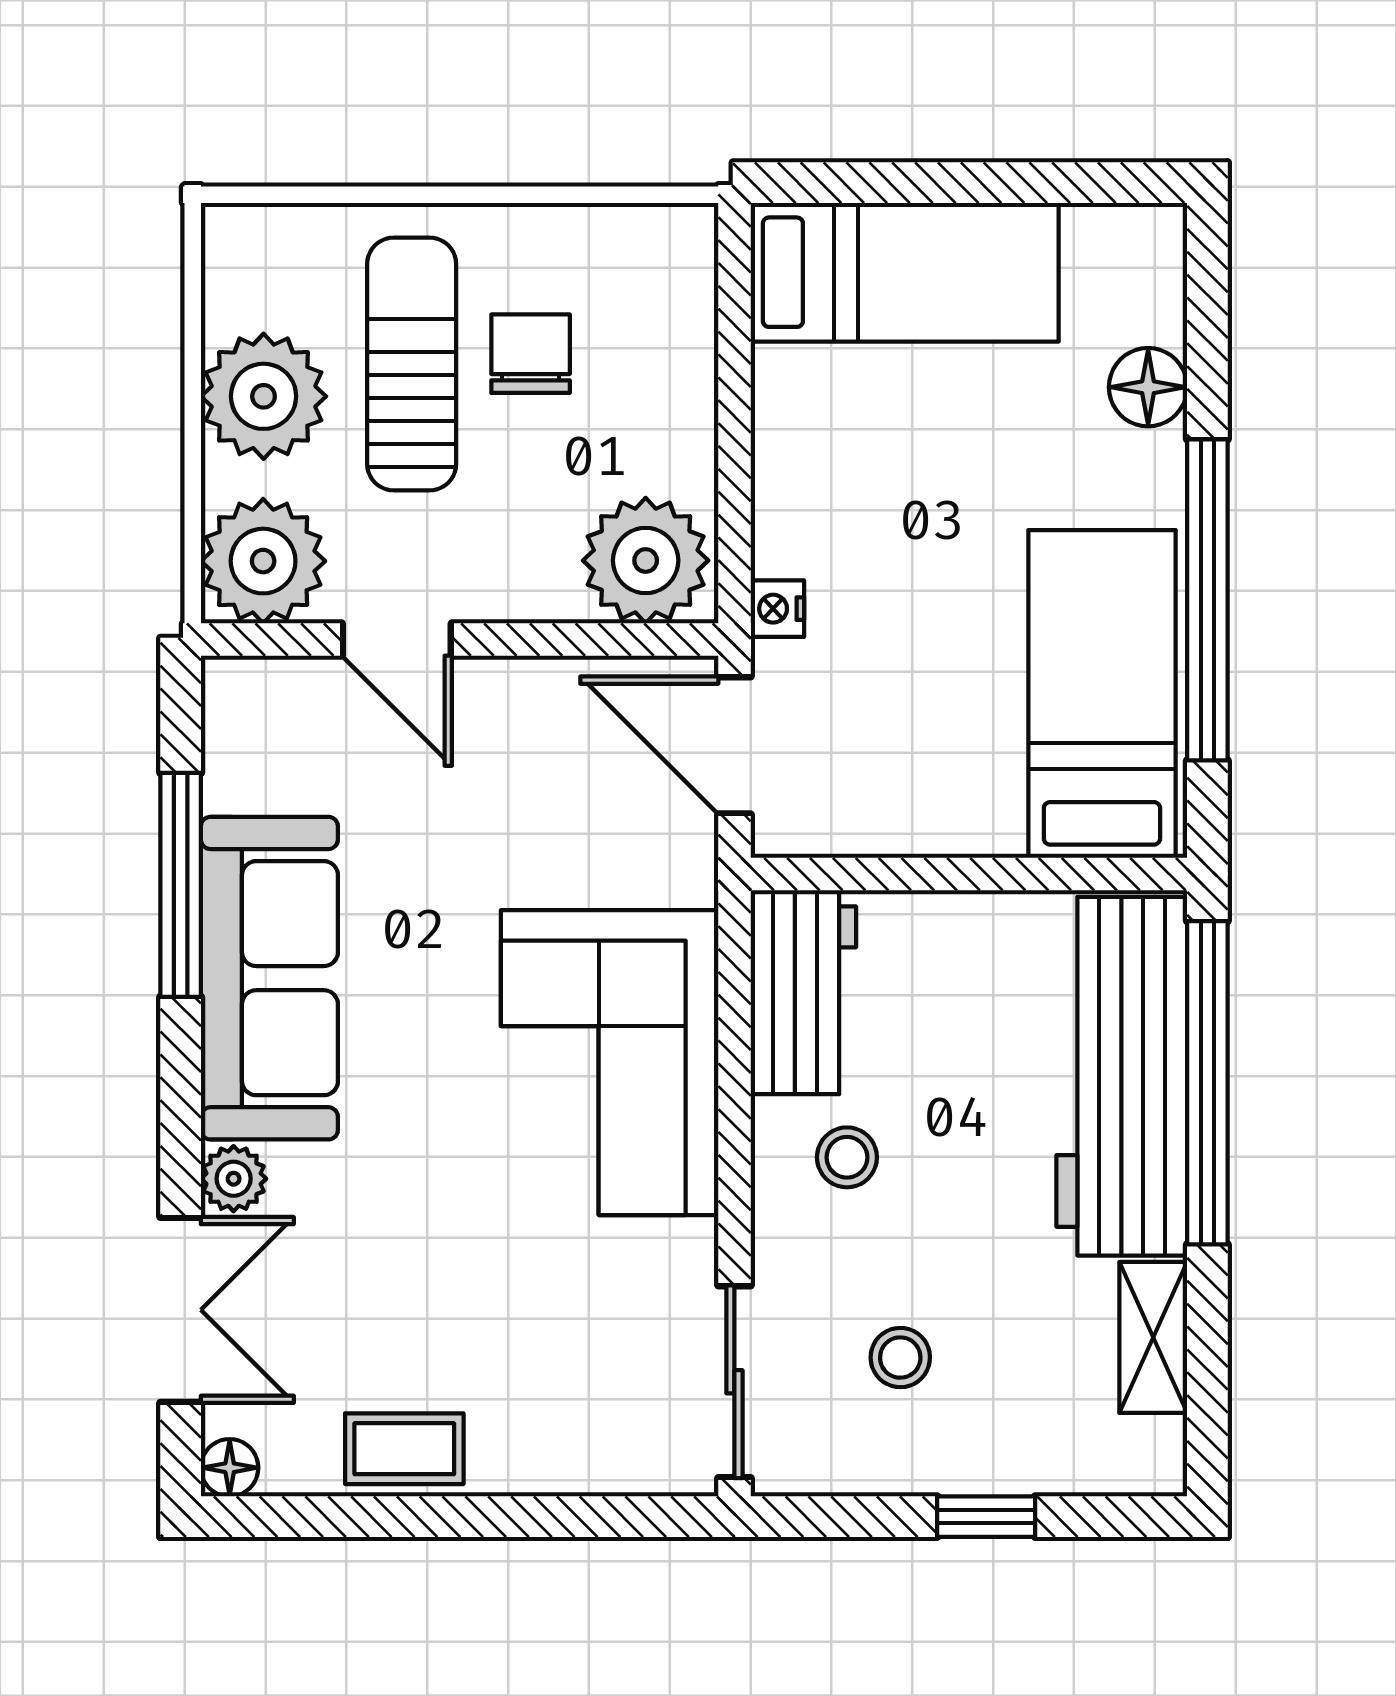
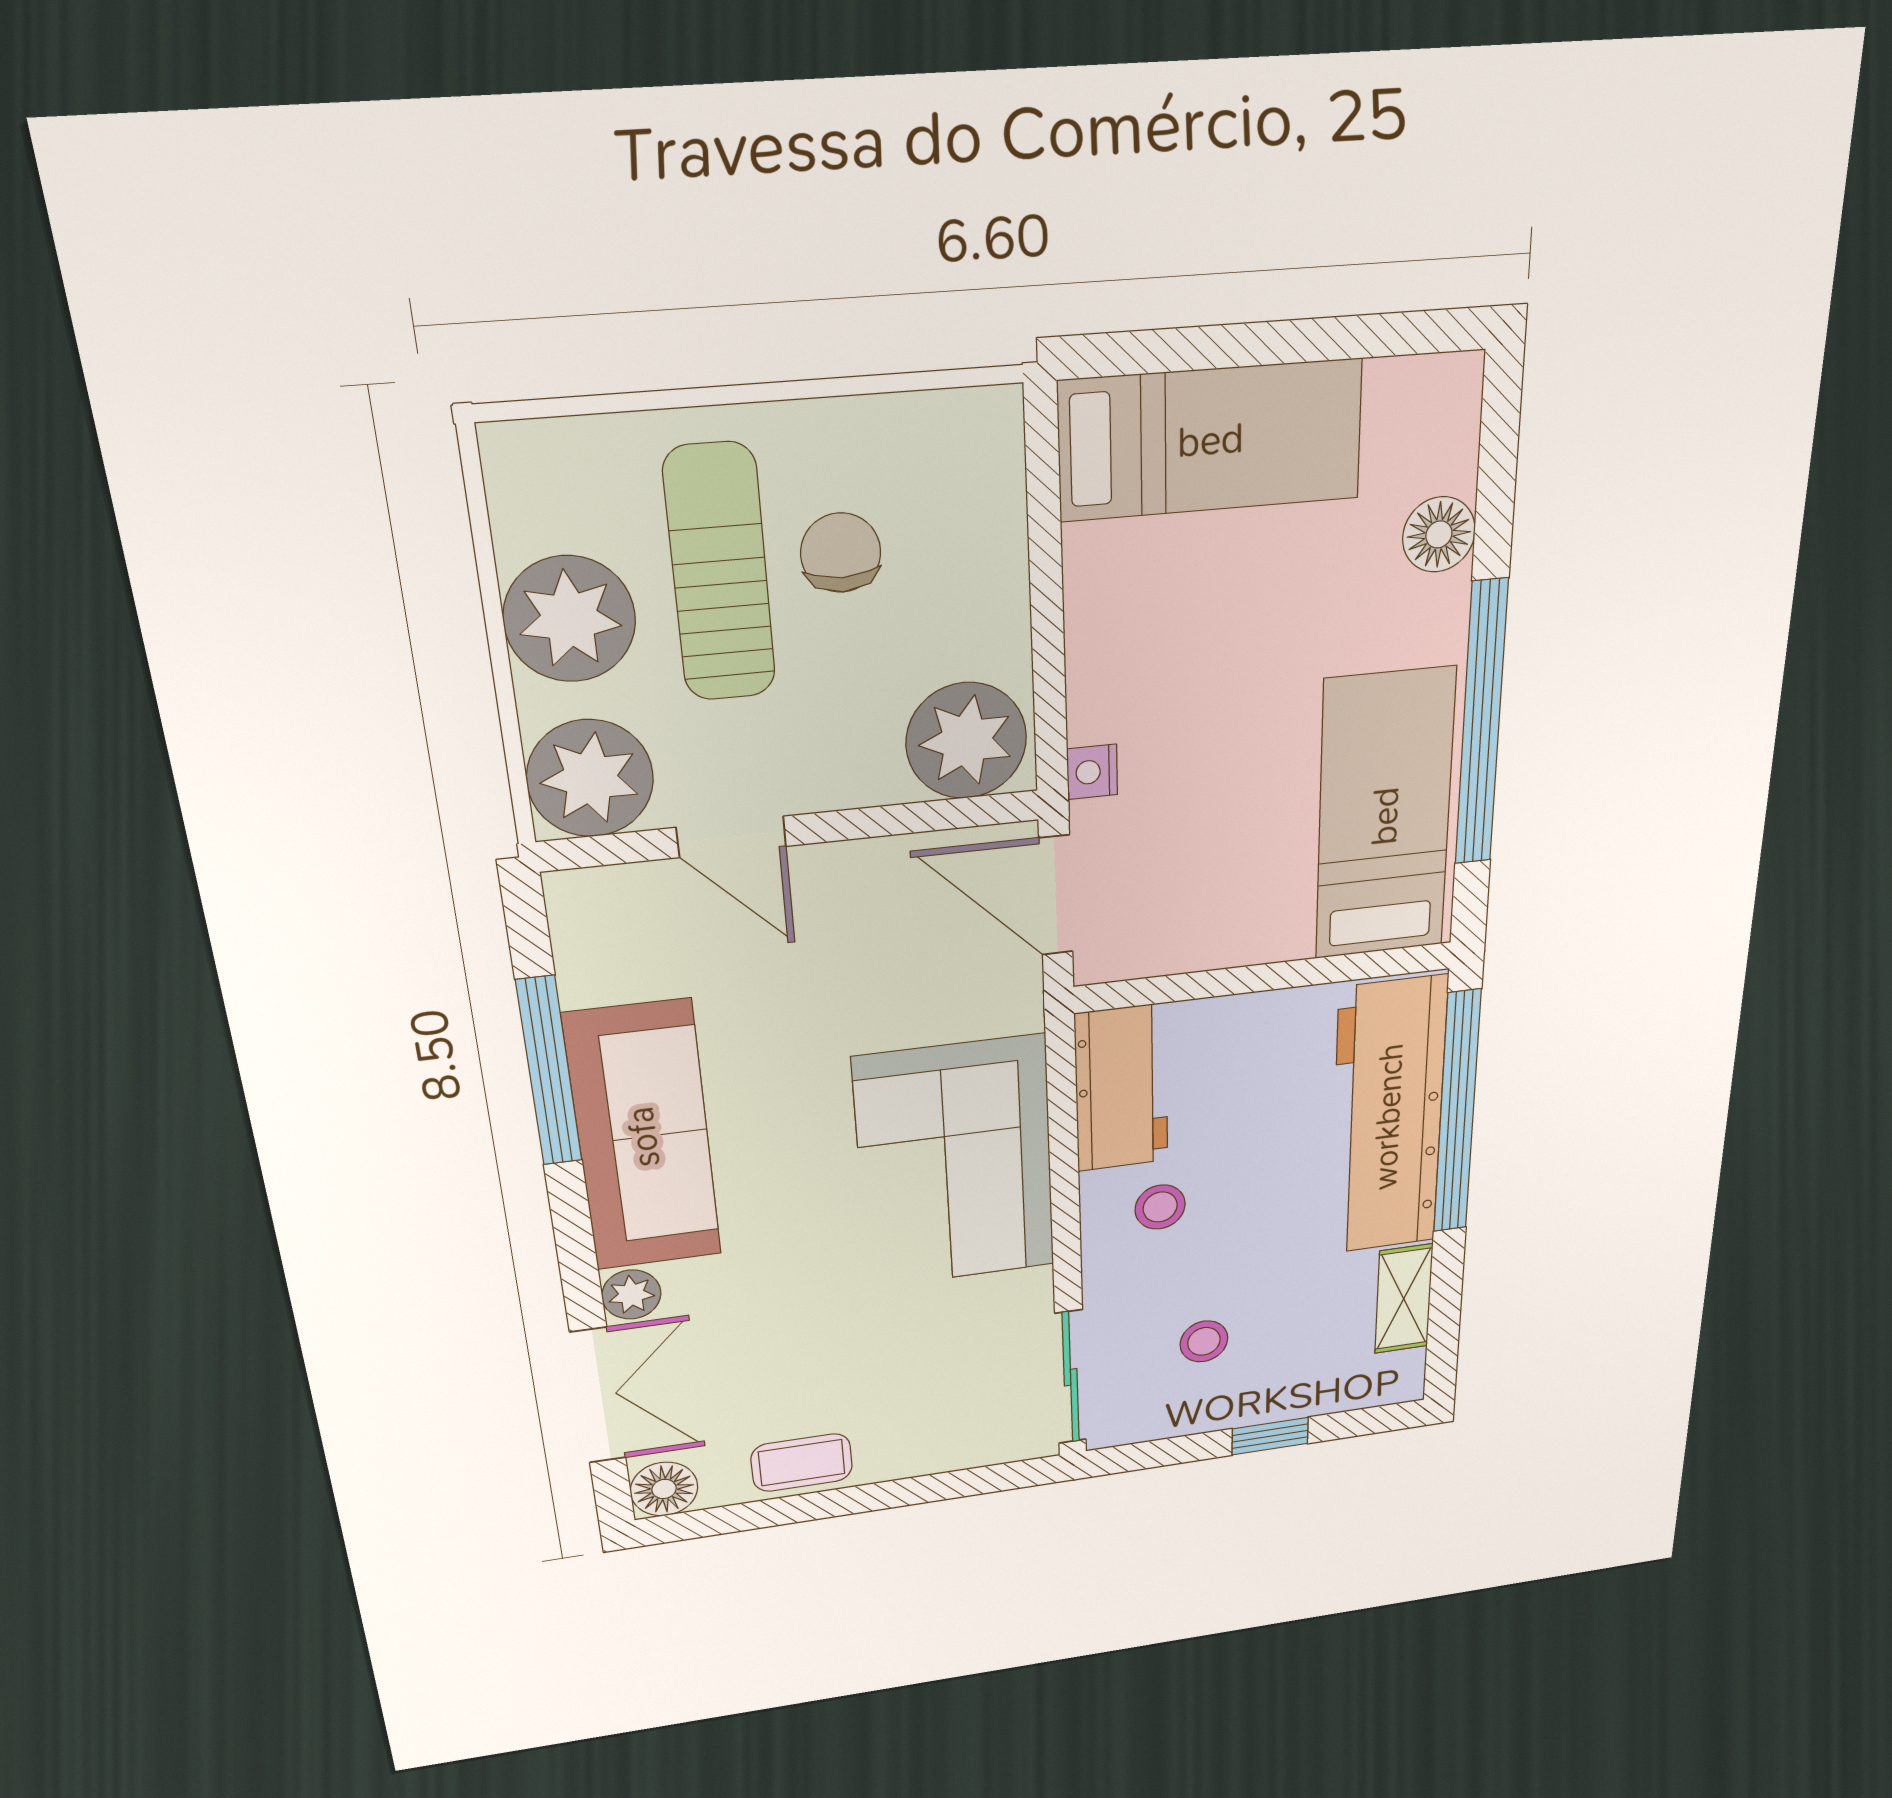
floor lamp: (230, 1468) -> (664, 1489), width x1.37, depth x1.37

